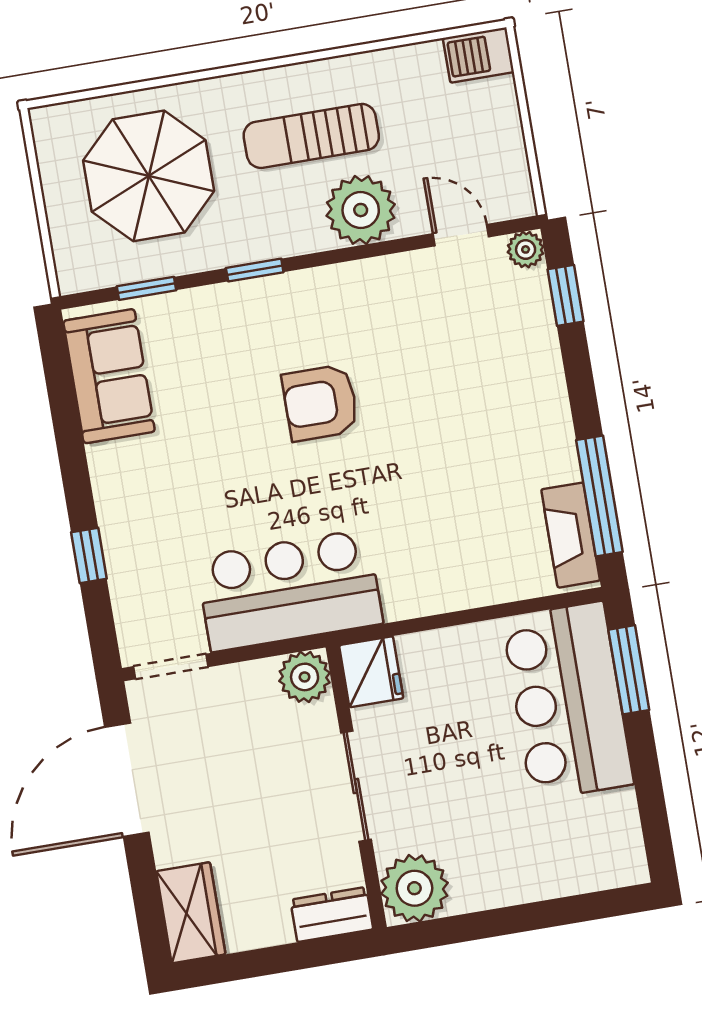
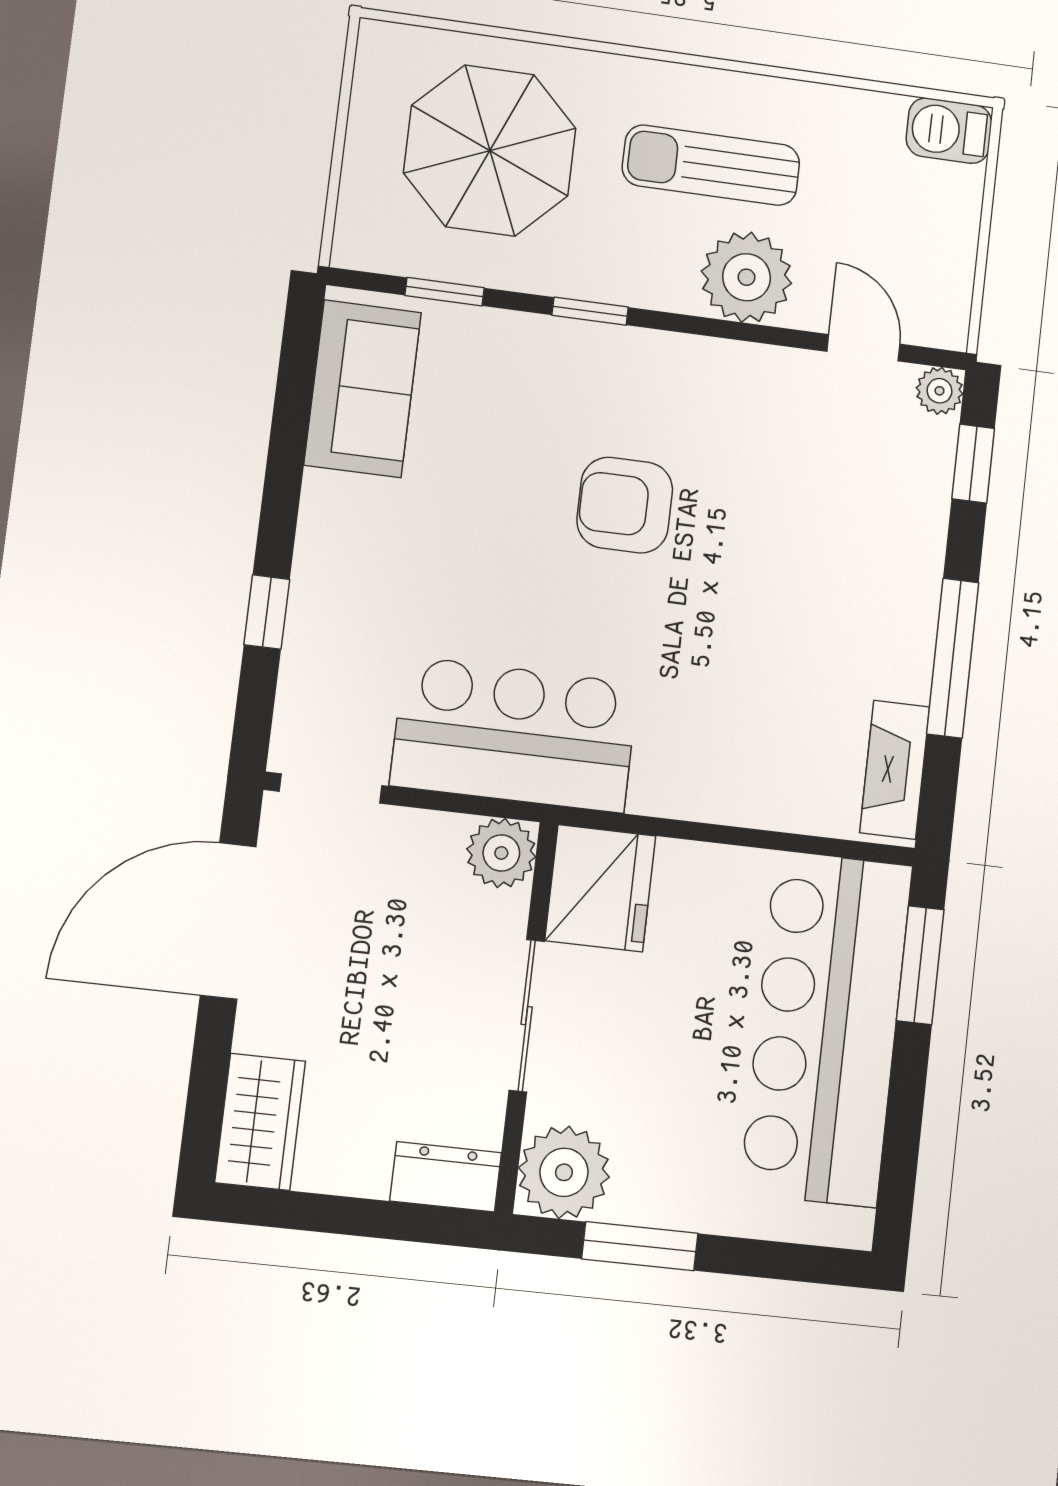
window: (599, 496) -> (953, 658), moved
fridge: (371, 672) -> (600, 888), width x1.36, depth x1.34
bar counter: (568, 701) -> (826, 1029), width x1.36
window: (483, 925) -> (640, 1246), added

